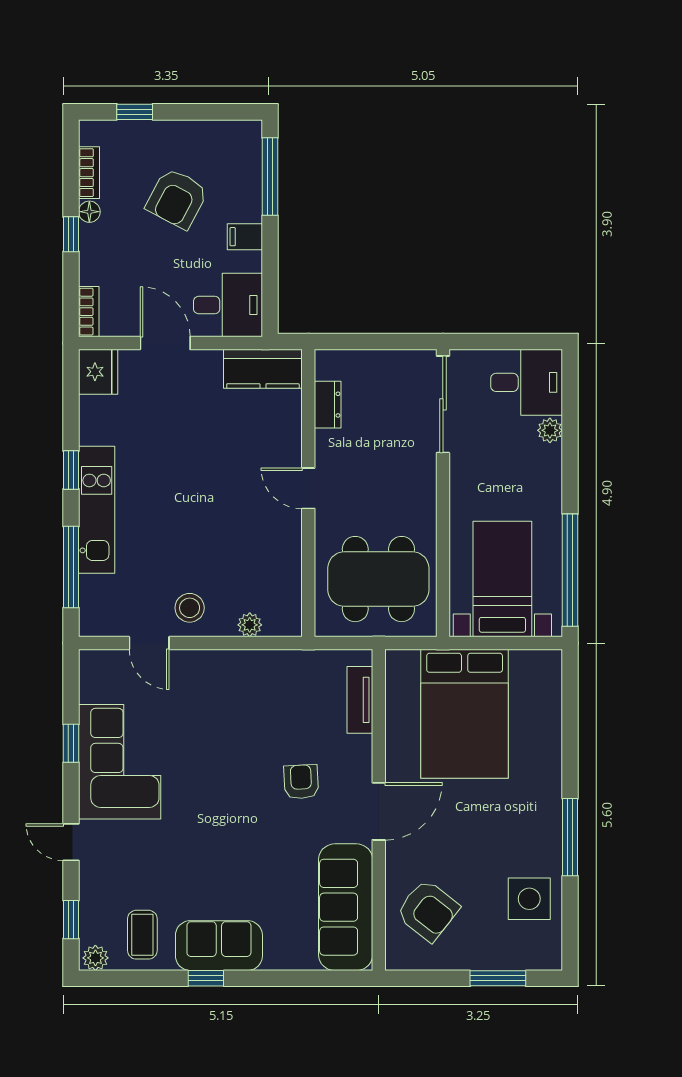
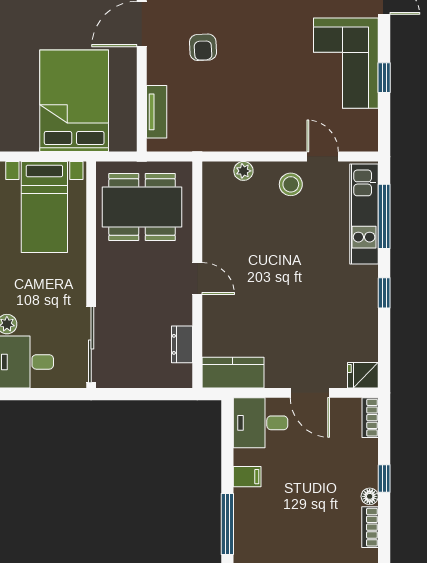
armchair: (177, 198) -> (301, 507), removed
fridge: (98, 372) -> (363, 375), width x0.72
kitchen unit: (97, 510) -> (364, 214), moved

